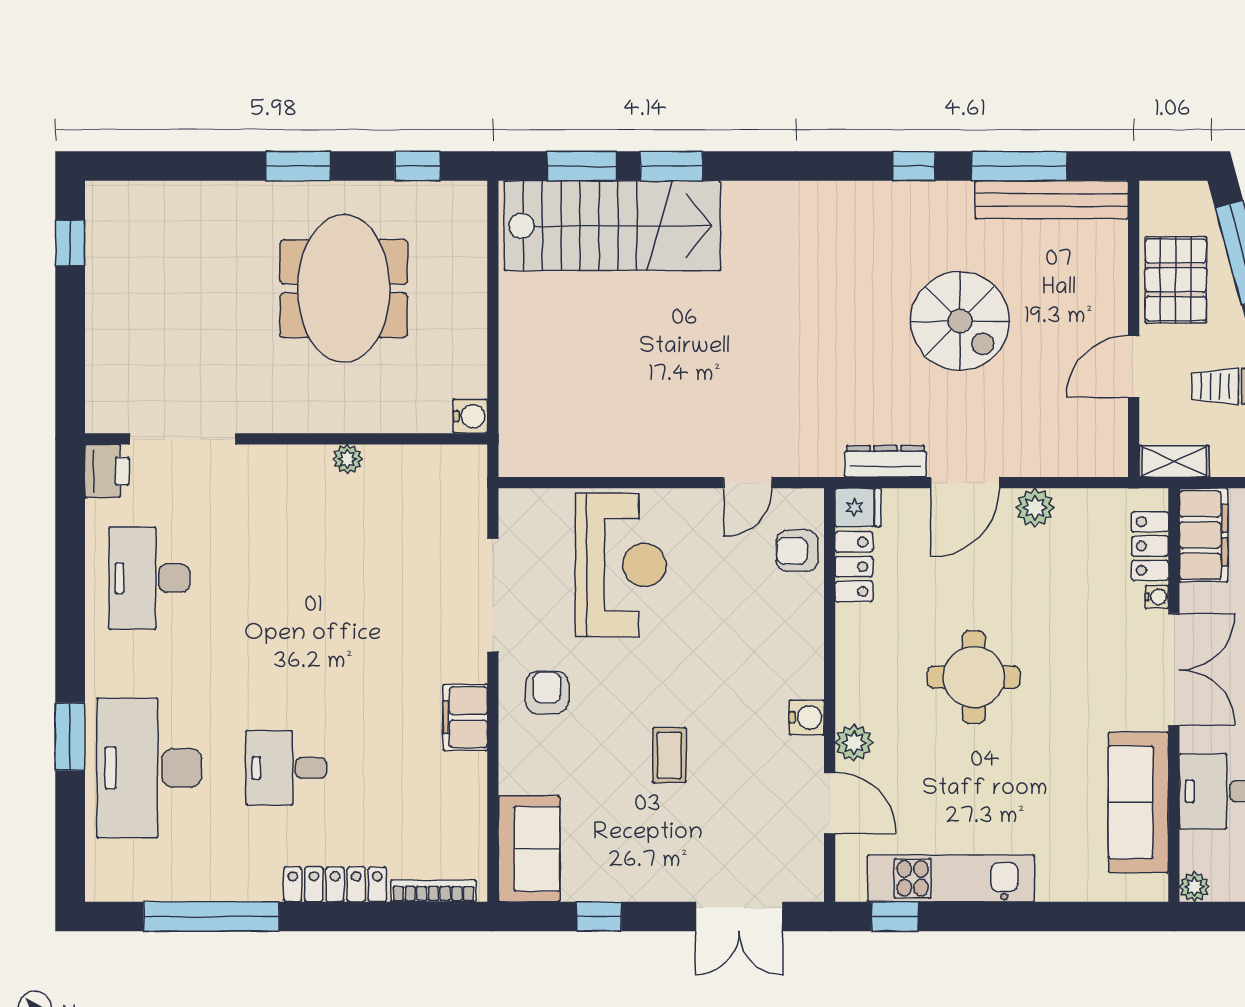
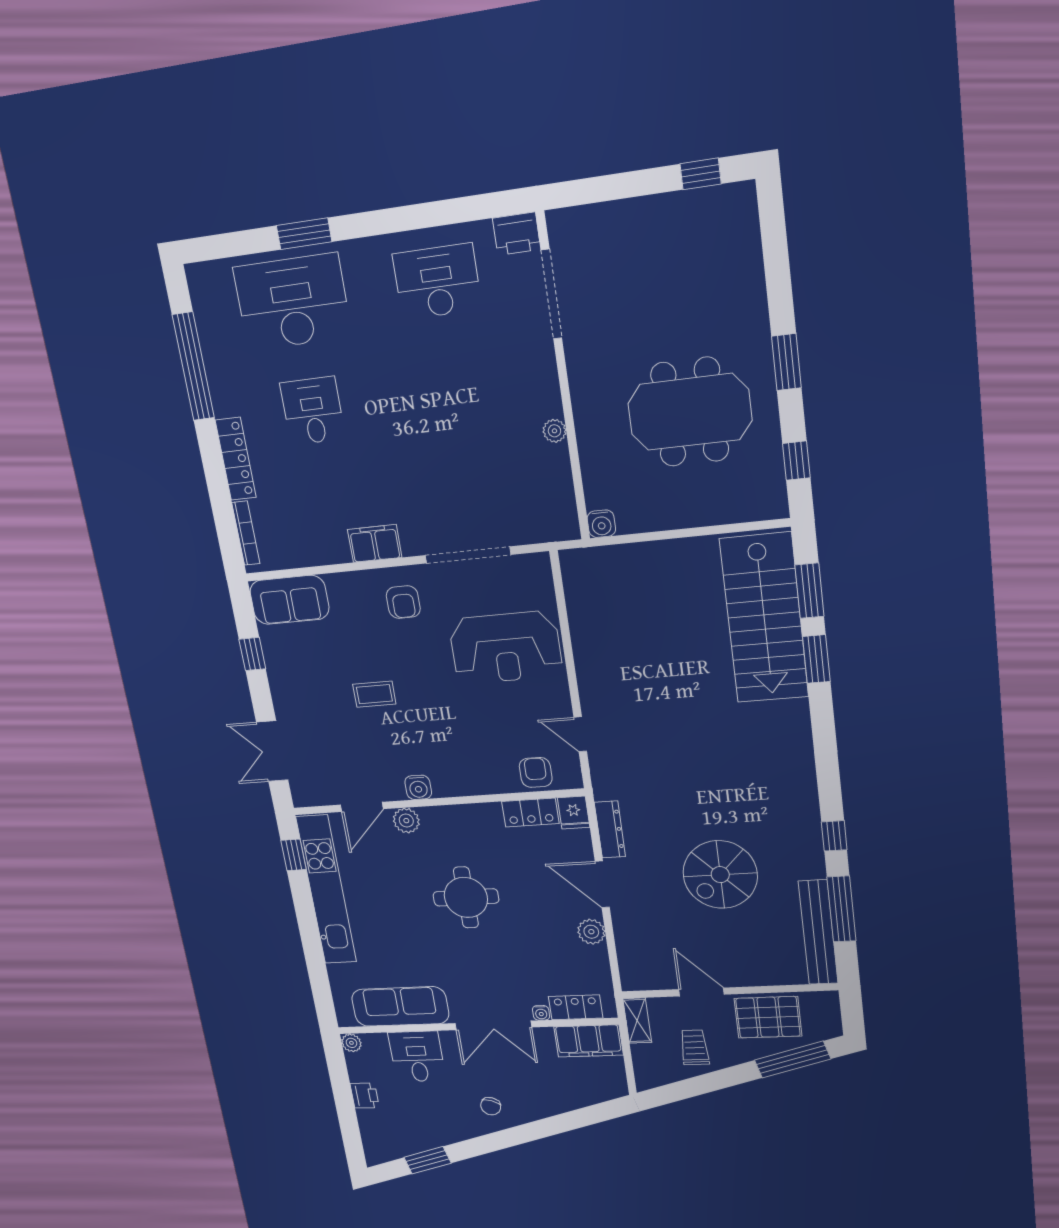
armchair: (547, 693) -> (403, 602), turned 90
kitchen unit: (951, 878) -> (326, 890), width x1.36

